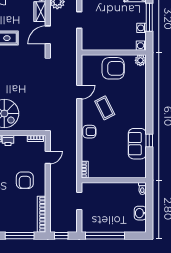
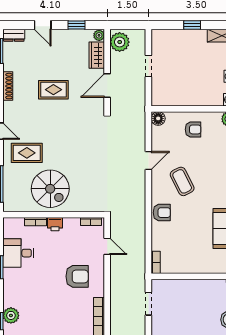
floor lamp: (87, 60) -> (158, 118), added
armchair: (113, 68) -> (193, 129), width x0.53, depth x0.53
door: (48, 157) -> (107, 246), hinge flipped
armchair: (25, 180) -> (77, 276), turned -90

